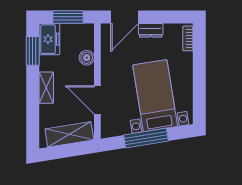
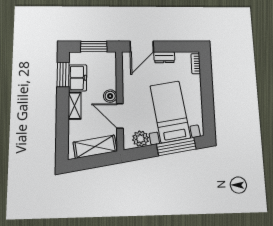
freezer: (49, 39) -> (78, 78), moved
boiler: (87, 58) -> (110, 96), moved
plant: (120, 126) -> (141, 139), added
window: (146, 138) -> (176, 147), moved

